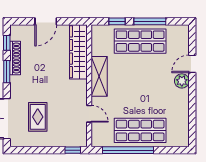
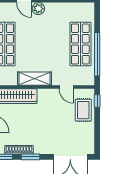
door: (89, 114) -> (66, 87), swing flipped
rug: (38, 117) -> (83, 110), moved, turned 90

